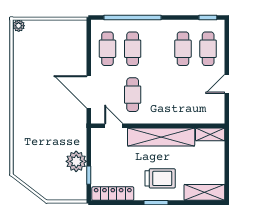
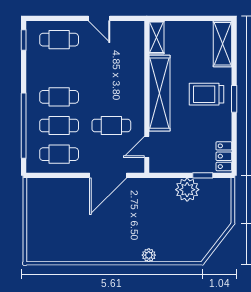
plant: (19, 26) -> (149, 255), moved
cafe table: (183, 49) -> (59, 97), moved
trolley: (160, 178) -> (207, 94), turned -90
locker: (113, 194) -> (224, 156), width x0.66

